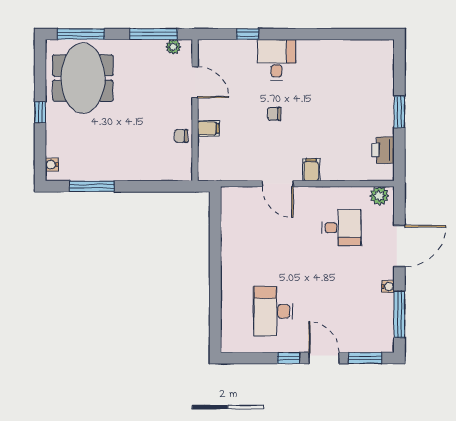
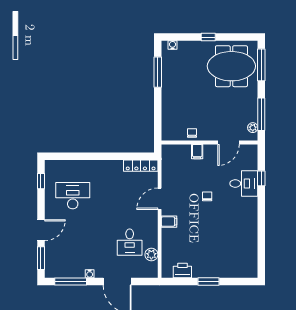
desk: (276, 60) -> (244, 183), moved
plant: (379, 196) -> (151, 255), moved
locker: (229, 211) -> (141, 166), added
window: (289, 358) -> (41, 181), moved

